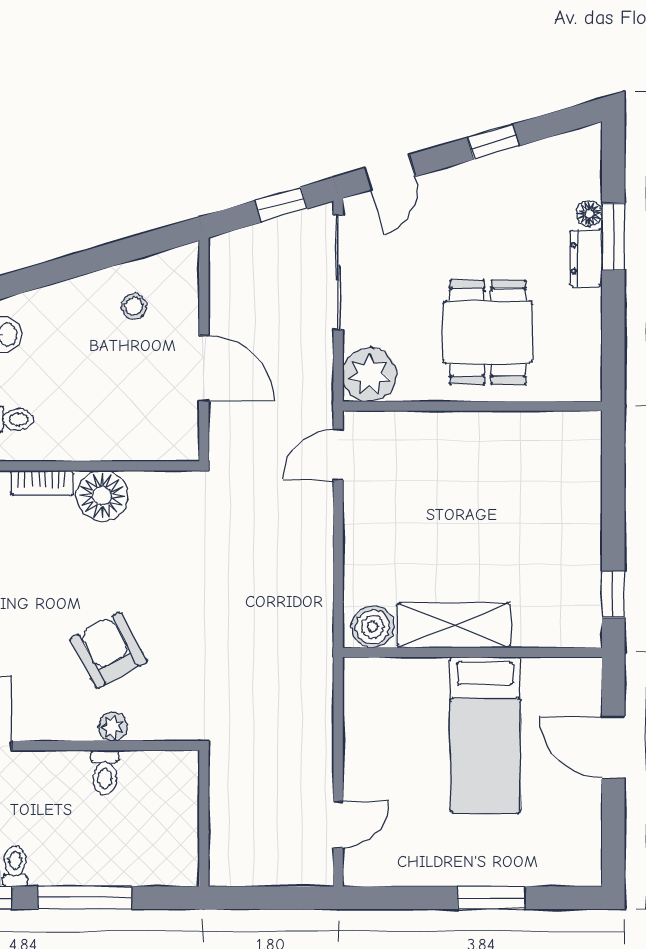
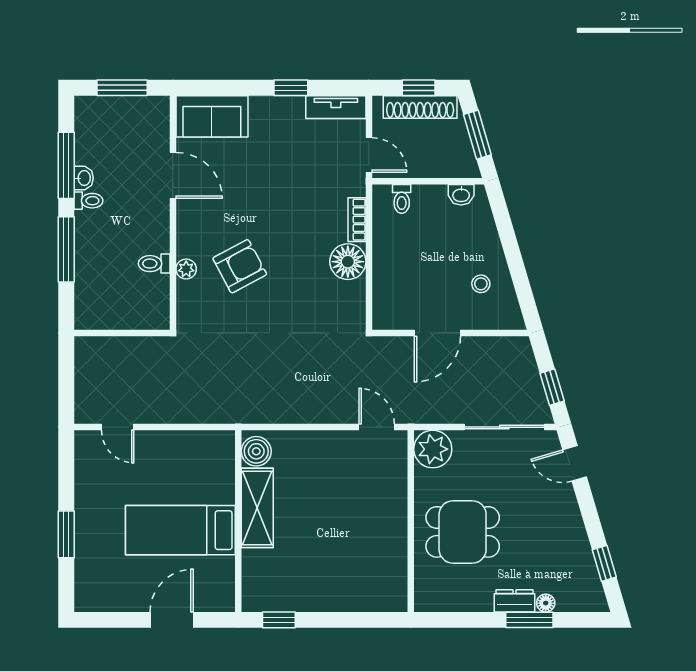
window: (493, 142) -> (604, 563), moved

